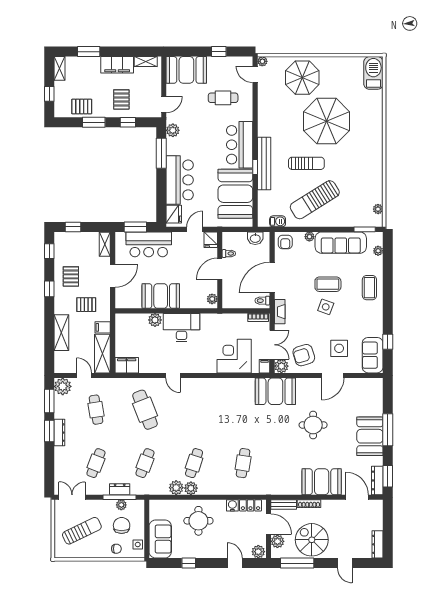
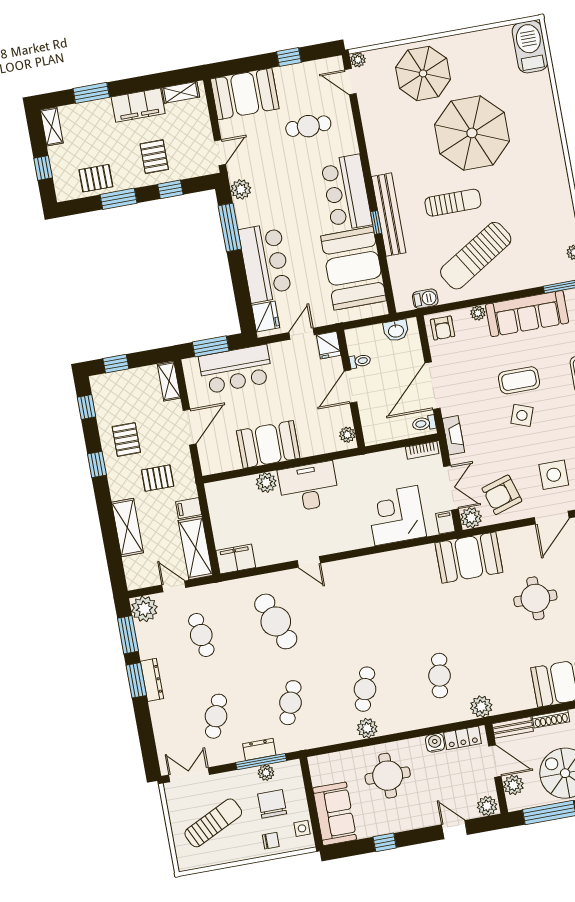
plant: (176, 488) -> (481, 707), moved

